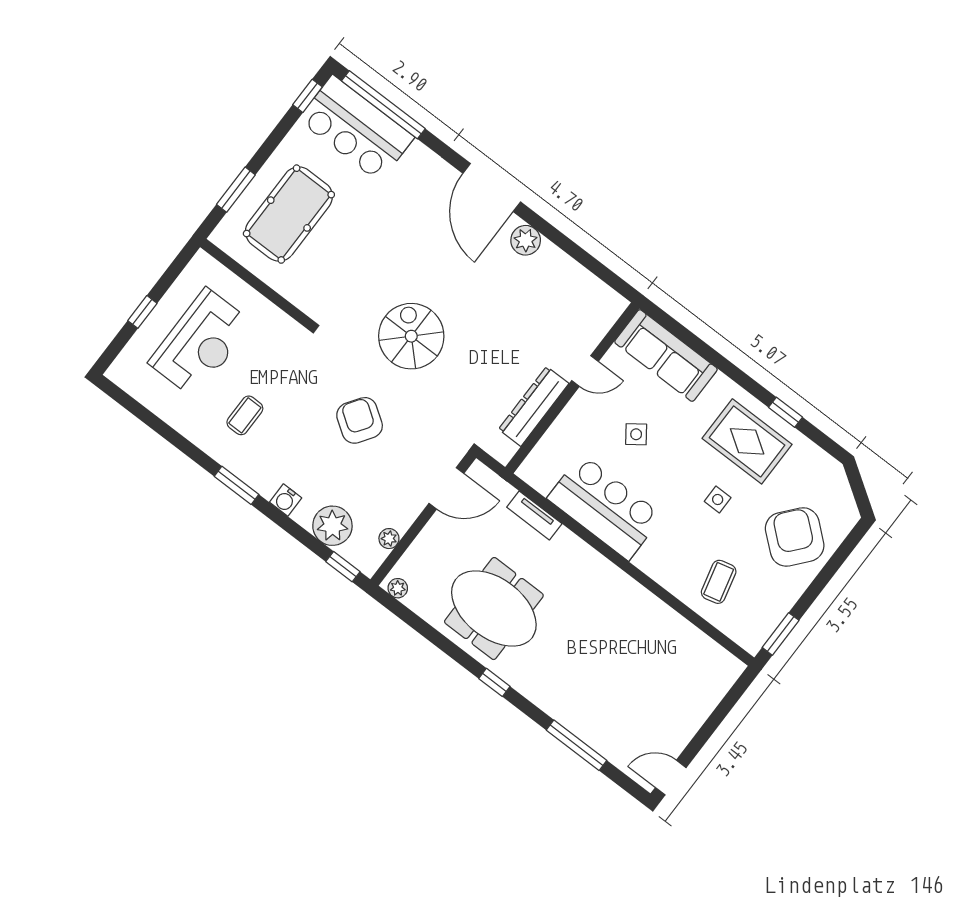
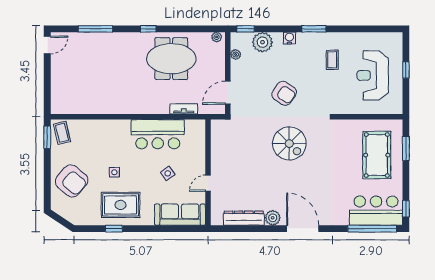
dresser: (534, 406) -> (244, 218), moved, turned -90
coffee table: (719, 582) -> (62, 133), moved

